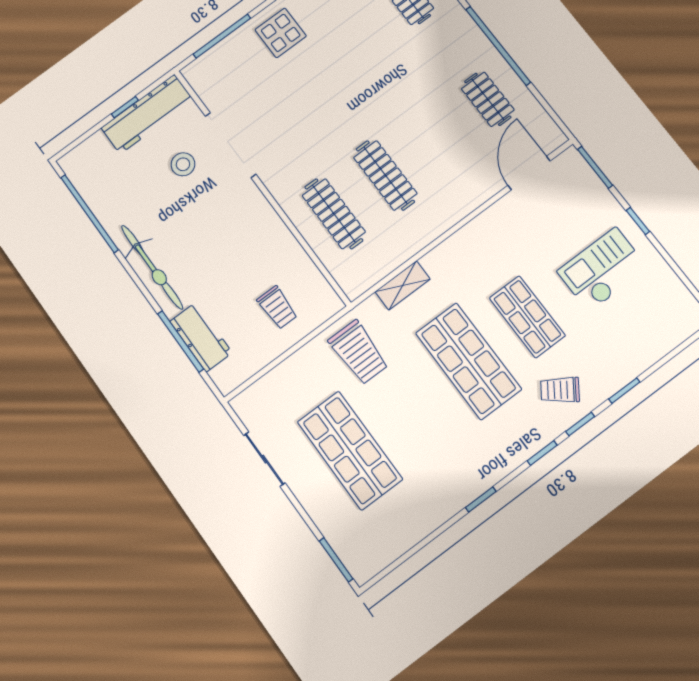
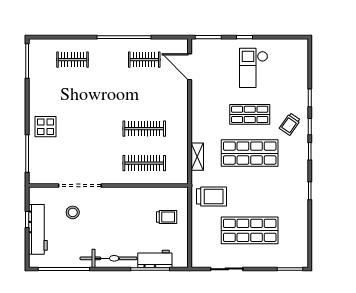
workbench: (147, 114) -> (38, 229), moved

